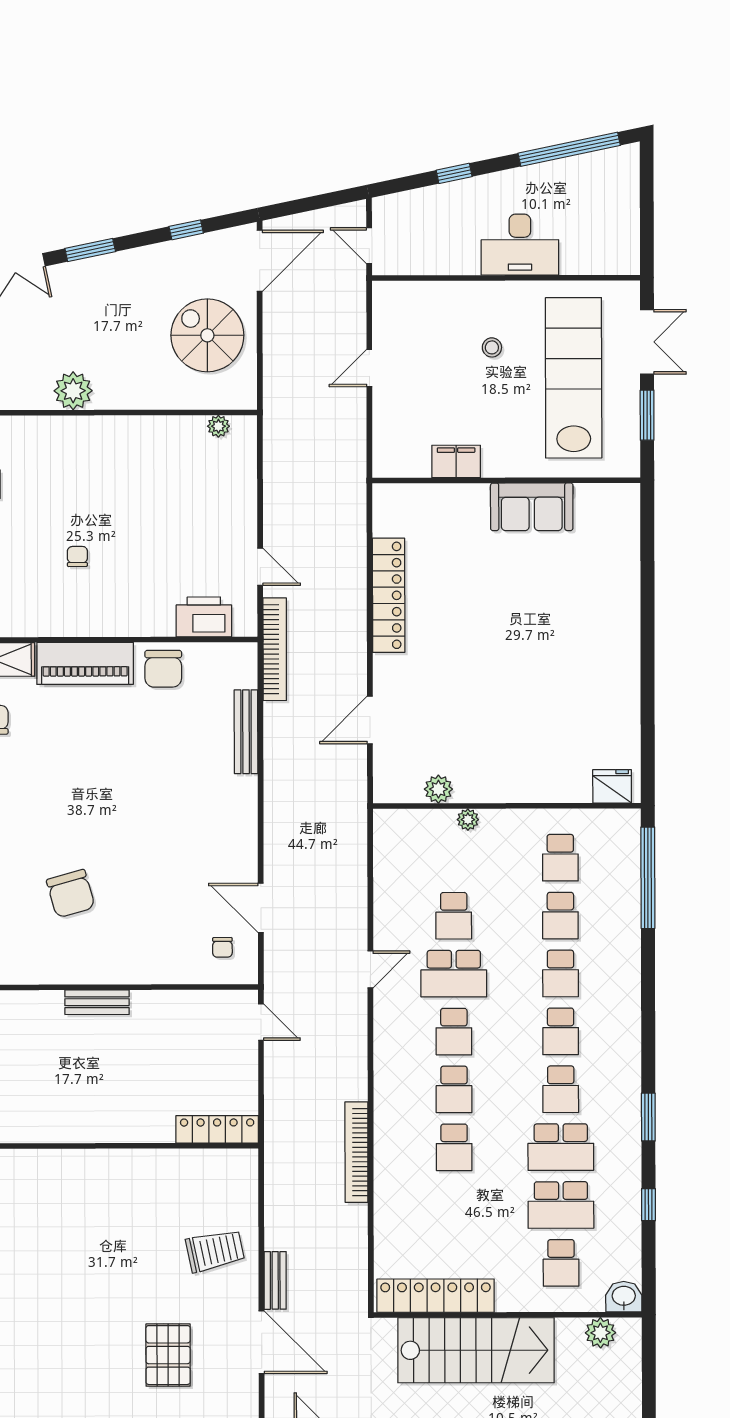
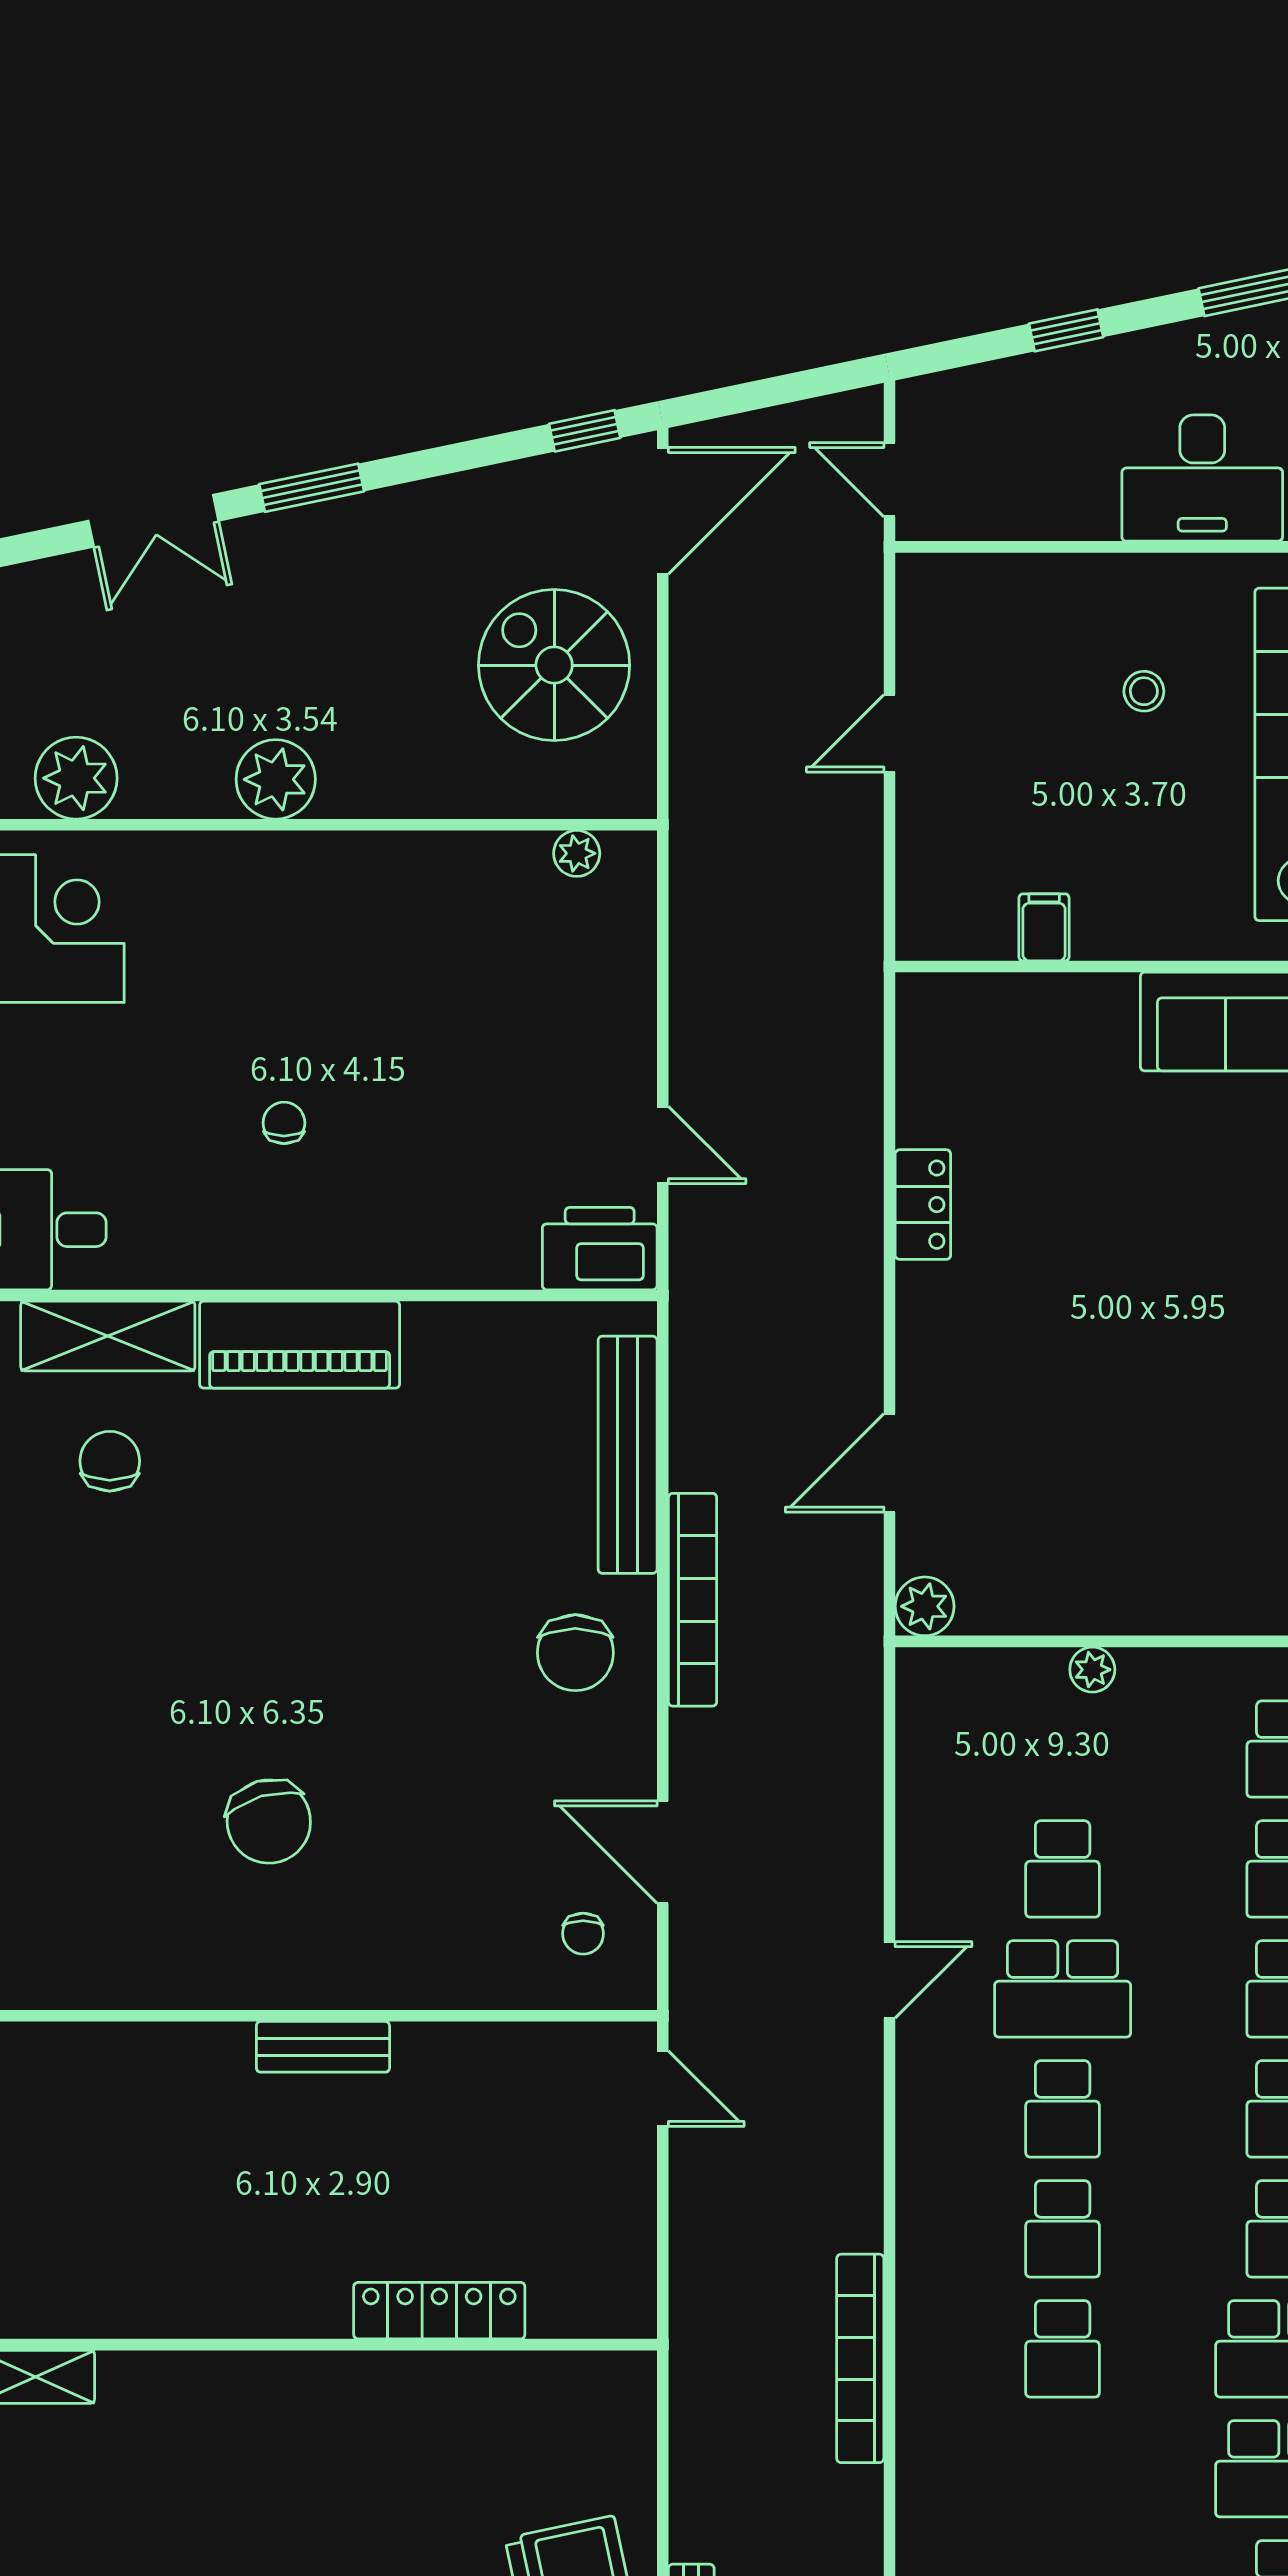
window: (186, 230) -> (585, 431), moved
filing cabinet: (456, 461) -> (1044, 927), width x0.50
locker: (389, 595) -> (923, 1205), width x0.46, depth x0.83
printer: (204, 617) -> (600, 1249), moved
bookcase: (275, 649) -> (693, 1600), moved
chair: (163, 669) -> (575, 1653), moved
bench: (246, 732) -> (628, 1455), width x1.37, depth x1.21
plant: (438, 789) -> (925, 1606), moved
locker: (217, 1129) -> (439, 2311), moved

